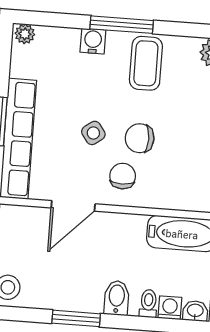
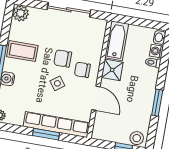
chair: (140, 138) -> (63, 59), turned 90
shower: (128, 230) -> (112, 70), added
bidet: (117, 298) -> (148, 80), removed

